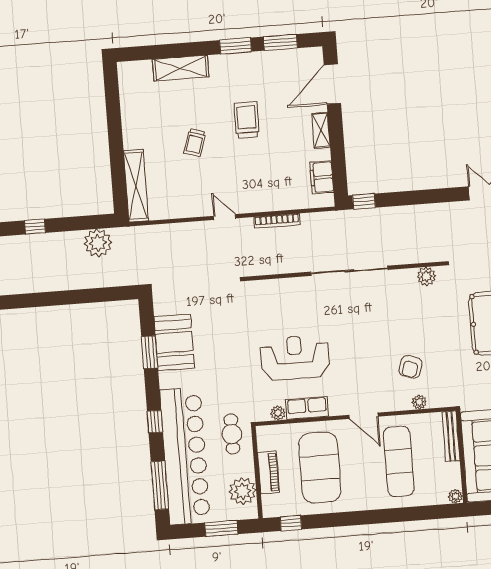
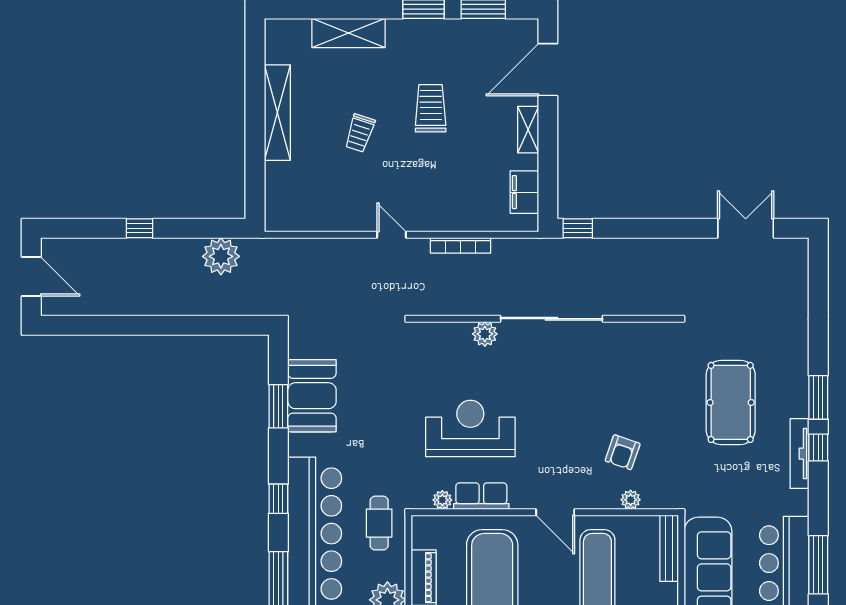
shelving: (136, 186) -> (277, 113), moved
plant: (426, 276) -> (485, 334), moved

